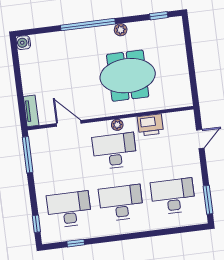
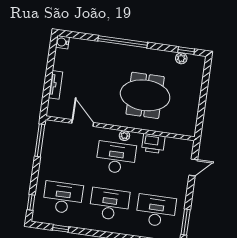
plant: (121, 30) -> (181, 58), moved
tv unit: (31, 111) -> (56, 85), moved

